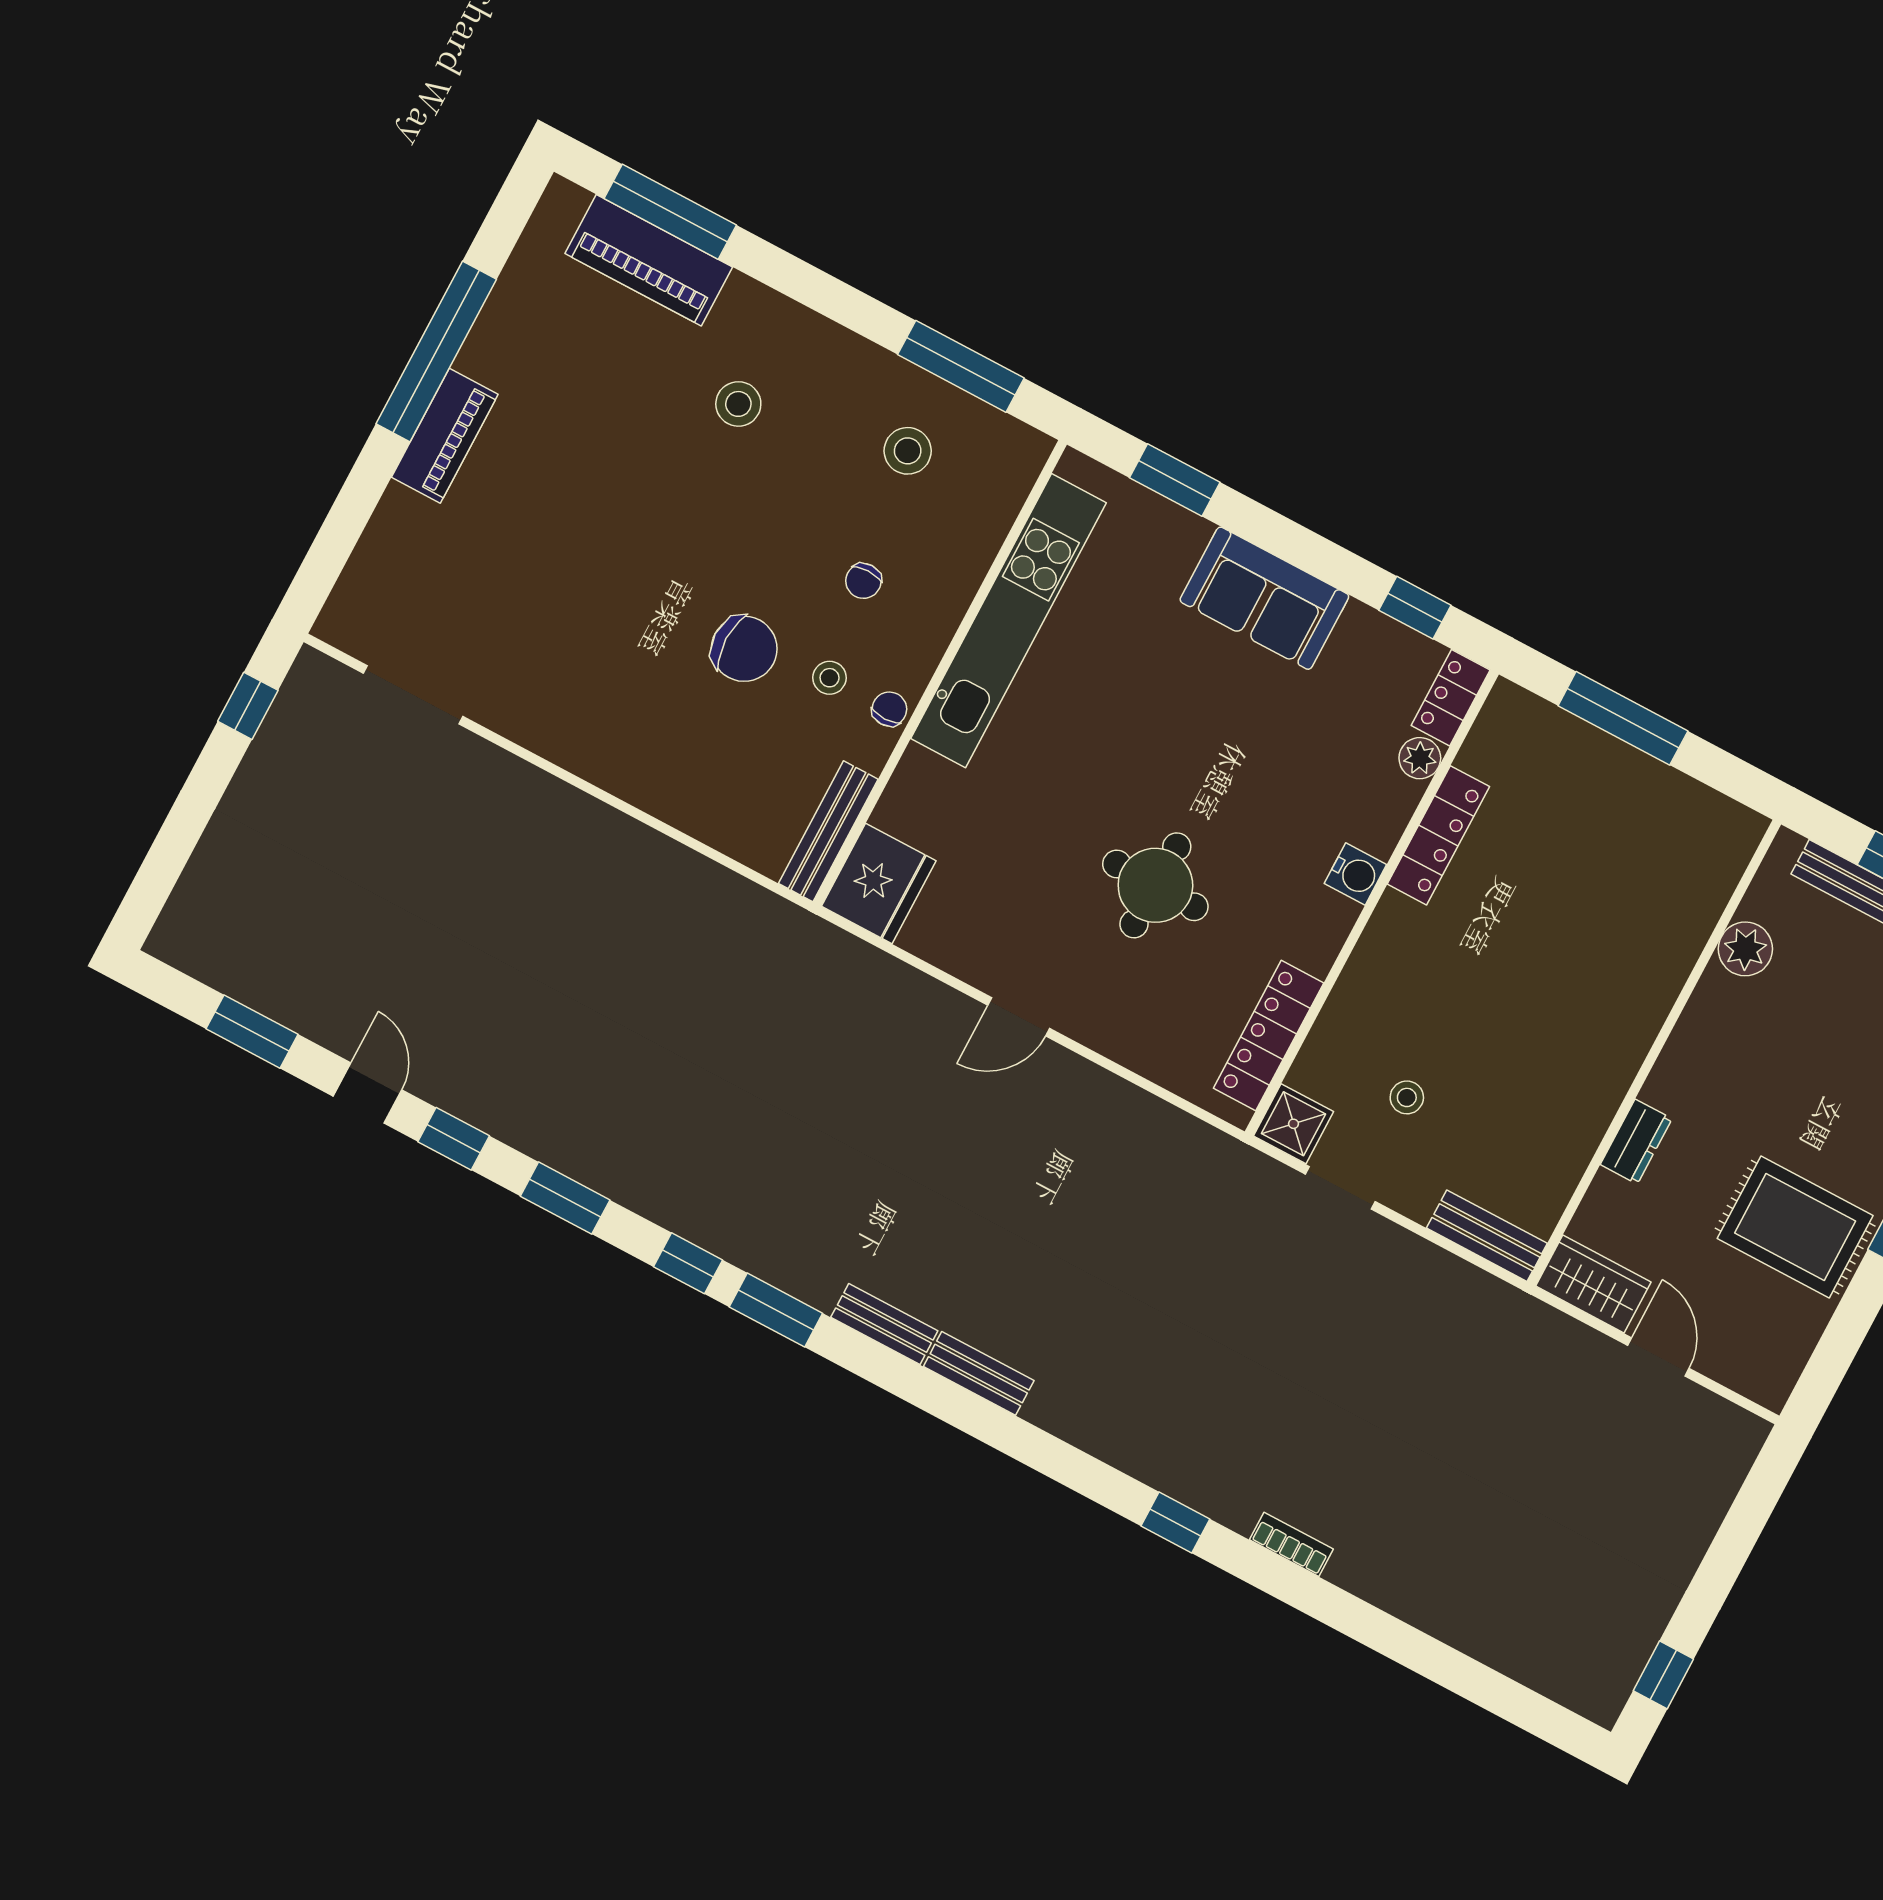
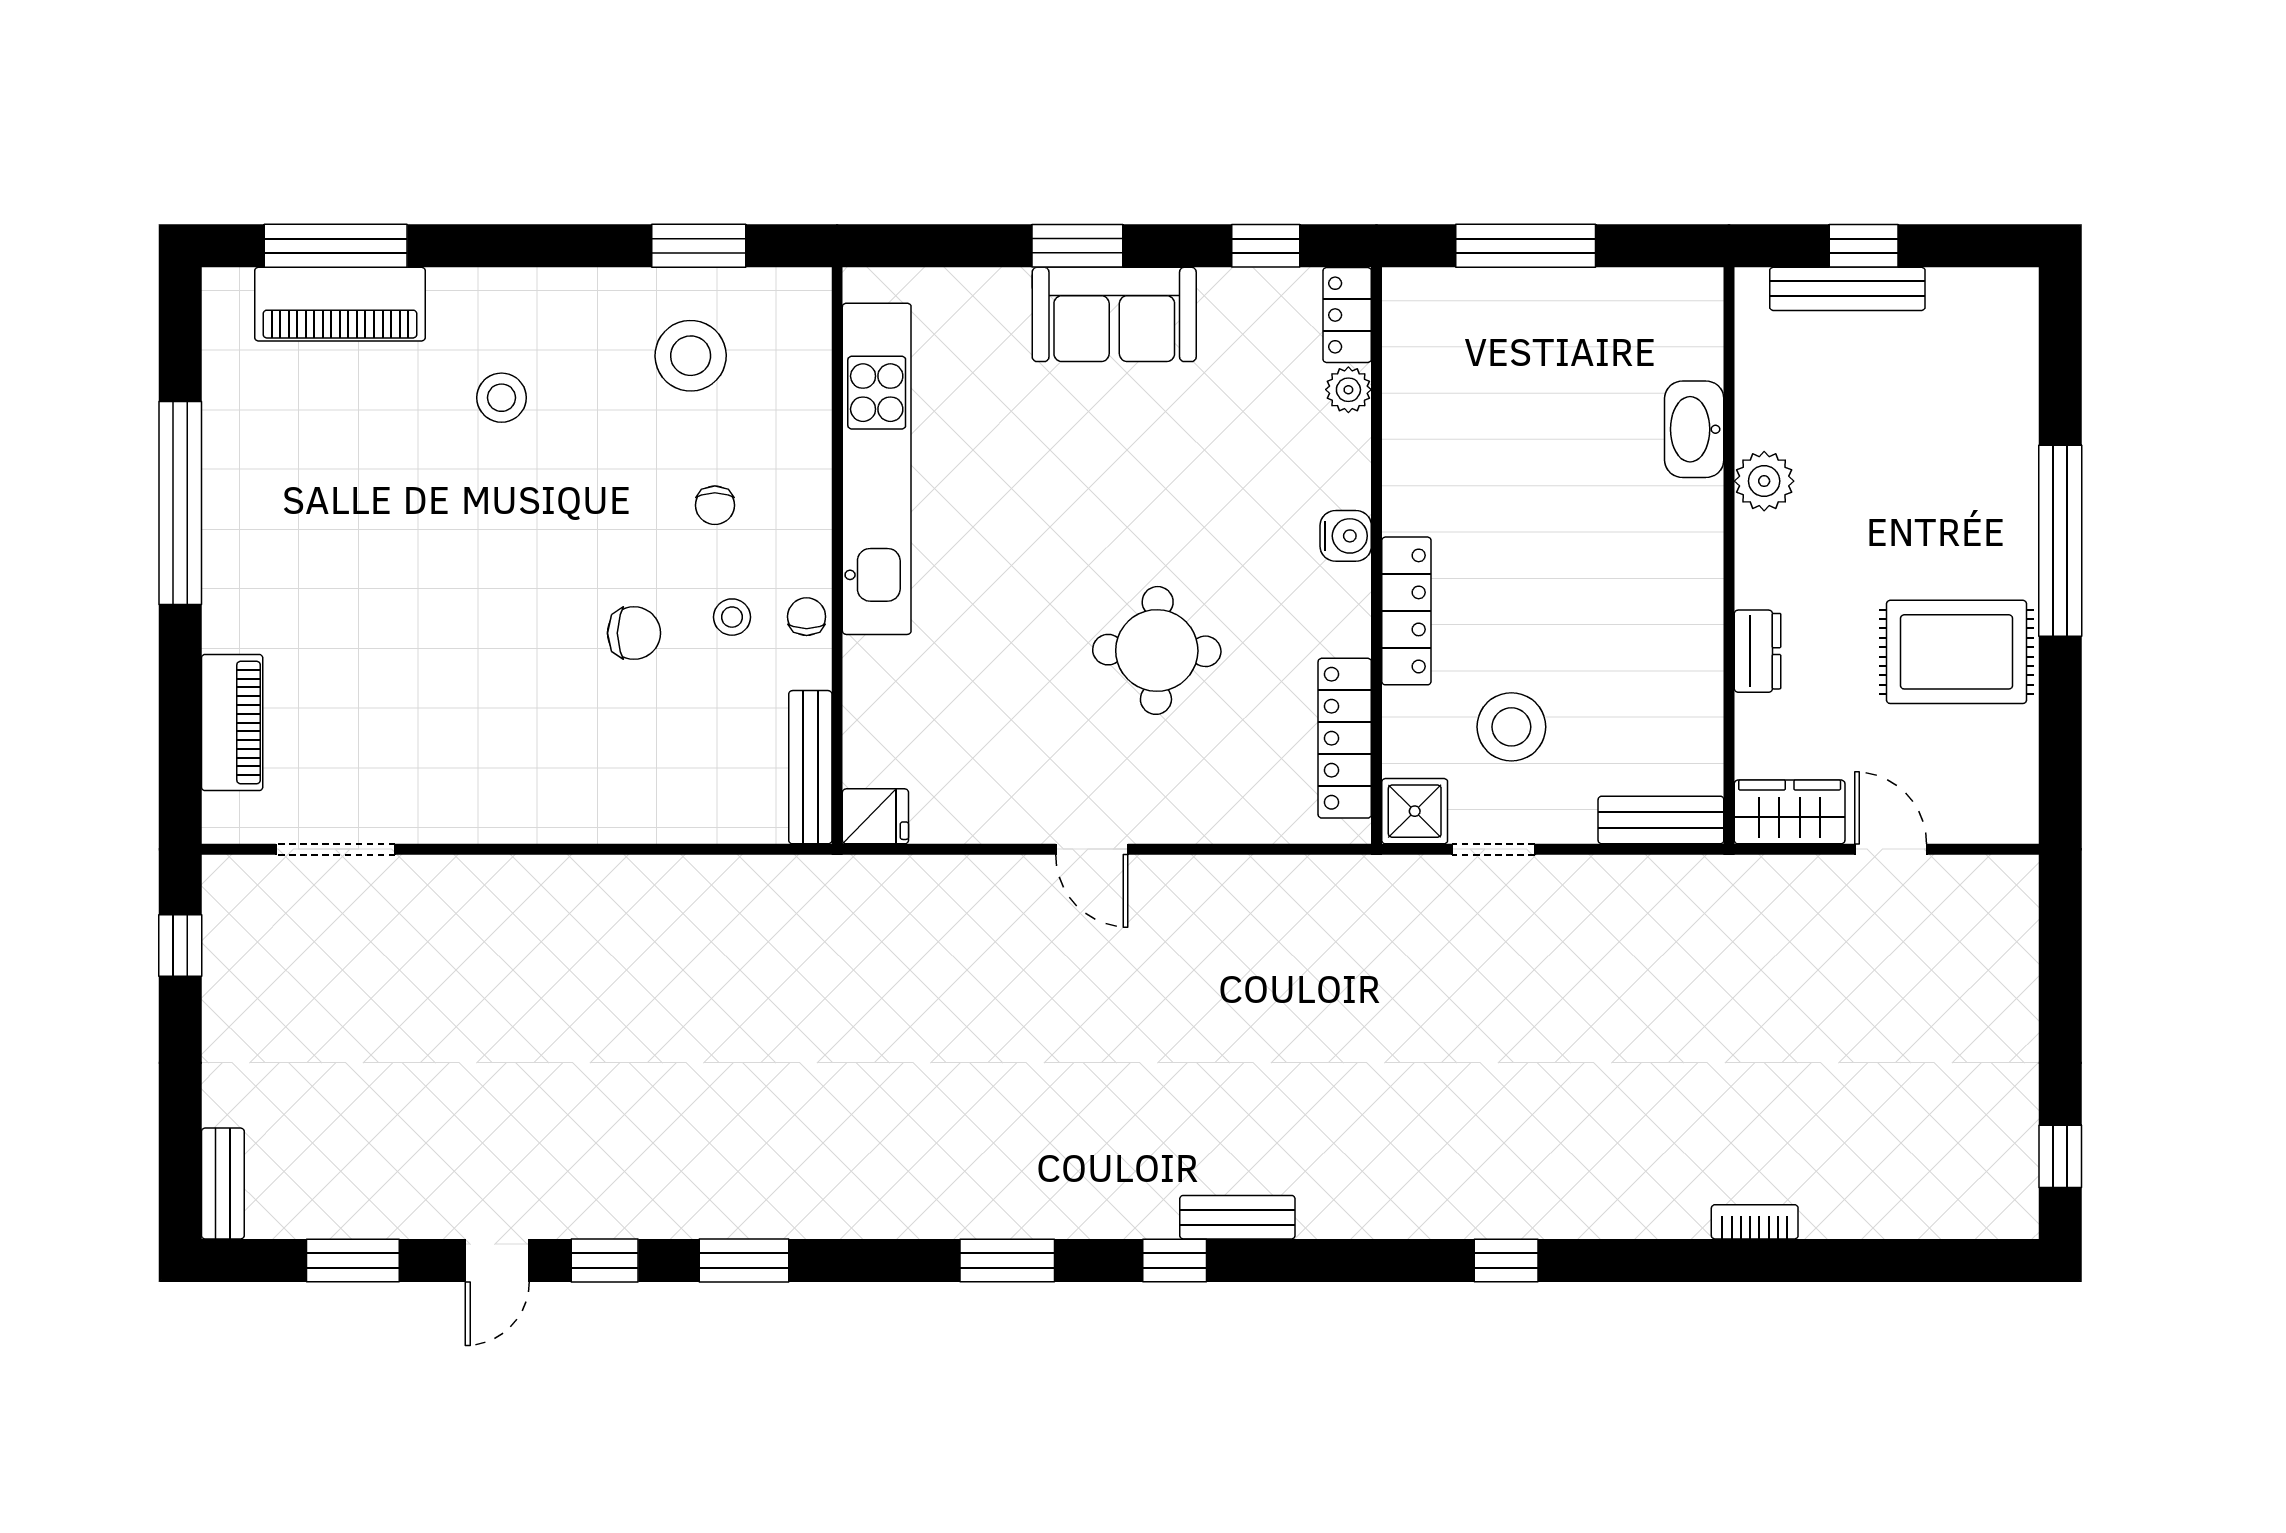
window: (961, 366) -> (699, 246), width x0.69
piano: (445, 436) -> (232, 723), moved
stool: (908, 451) -> (691, 356), width x1.38, depth x1.38
window: (1175, 480) -> (1077, 246), moved
chair: (744, 649) -> (634, 633), width x0.73, depth x0.73
locker: (1438, 835) -> (1406, 611), moved
fridge: (879, 884) -> (875, 816), width x0.53, depth x0.75
washbasin: (1680, 937) -> (1694, 429), added
plant: (1745, 949) -> (1764, 481), moved
door: (1019, 1017) -> (1092, 849), hinge flipped
door: (368, 1093) -> (497, 1261), swing flipped
stool: (1407, 1097) -> (1511, 727), width x1.89, depth x1.89
window: (688, 1263) -> (1175, 1261), moved
bench: (884, 1324) -> (223, 1184), moved, turned 90
bookcase: (1291, 1544) -> (1755, 1222), moved

